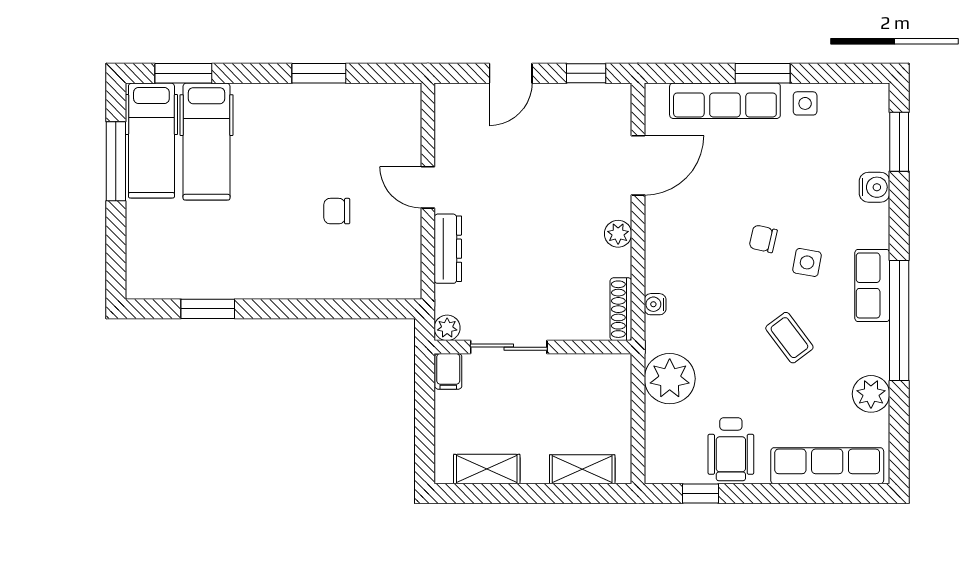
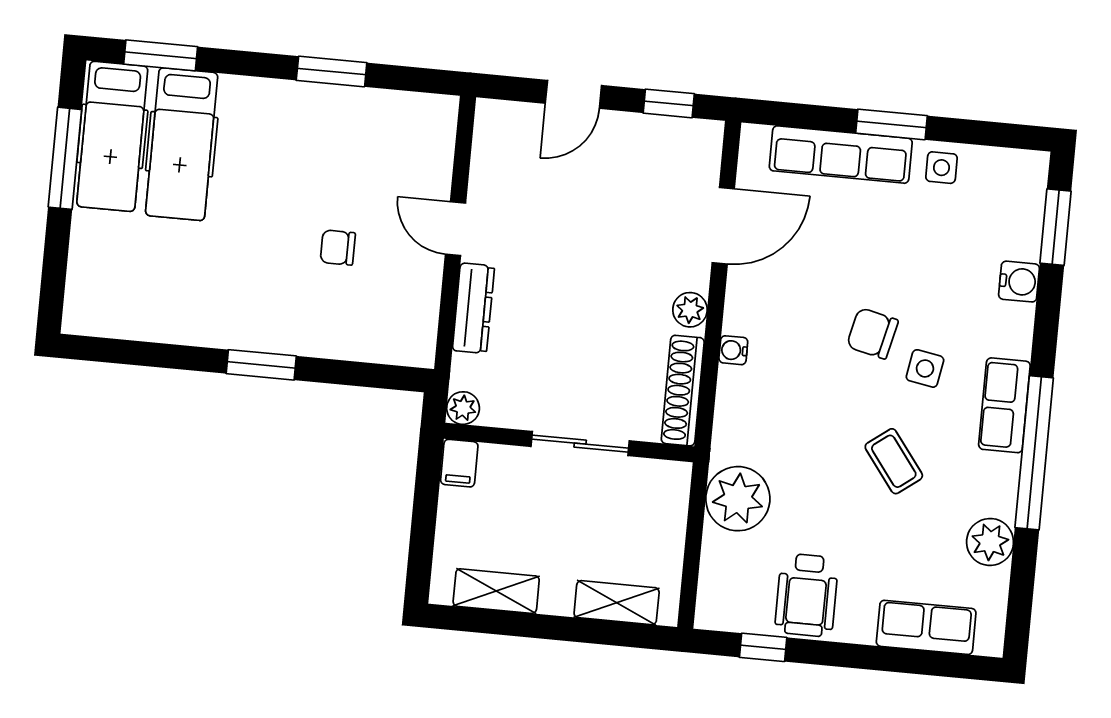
chair: (763, 239) -> (872, 333), width x1.37, depth x1.37
water cooler: (655, 304) -> (733, 350), moved
window: (208, 309) -> (261, 365), moved
shoe rack: (621, 309) -> (683, 391), width x1.36, depth x1.24
sliding door: (509, 347) -> (580, 444), moved
row of seats: (827, 466) -> (926, 627), width x0.68

